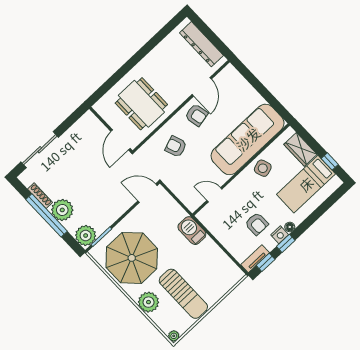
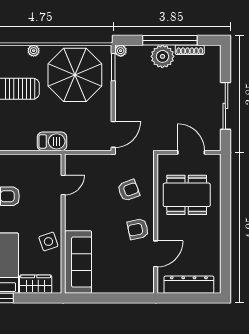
door: (202, 87) -> (156, 254), swing flipped
sofa: (248, 139) -> (78, 262), width x0.74, depth x0.79
door: (121, 140) -> (191, 152), moved
sliding door: (40, 150) -> (225, 106), moved
plant: (86, 236) -> (121, 51), width x0.53, depth x0.53
plant: (149, 302) -> (34, 51), width x0.53, depth x0.53

